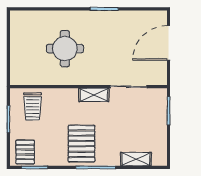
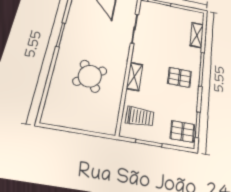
round table: (65, 49) -> (90, 76), turned -34
shelving: (94, 95) -> (135, 76), moved
pallet: (82, 144) -> (180, 77), width x0.67, depth x0.71

